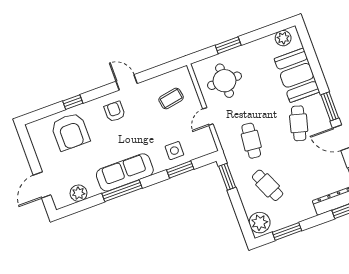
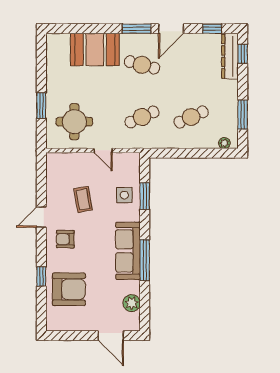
plant: (283, 38) -> (54, 50), removed
coffee table: (171, 99) -> (83, 199), moved
cafe table: (251, 141) -> (142, 117), turned -30
window: (227, 177) -> (168, 153), removed
plant: (260, 223) -> (224, 143), width x0.53, depth x0.53

